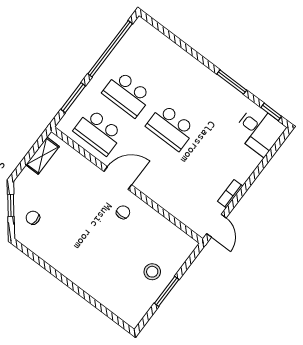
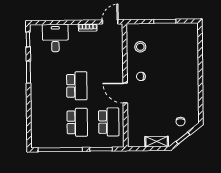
desk: (259, 130) -> (55, 38), moved
shelving: (43, 156) -> (157, 142), moved
stool: (152, 272) -> (140, 47), moved

